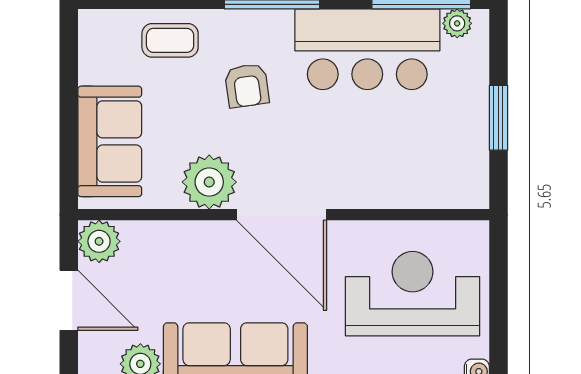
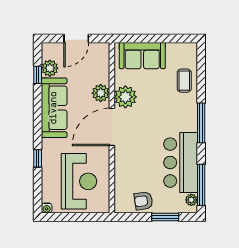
armchair: (247, 86) -> (143, 201), moved
window: (498, 118) -> (165, 217), moved
plant: (99, 241) -> (101, 93), moved

